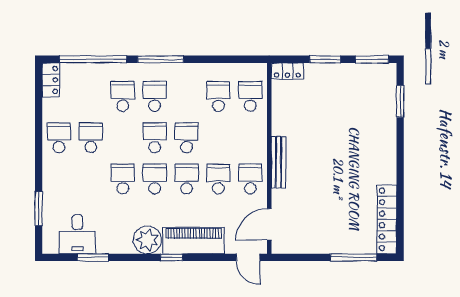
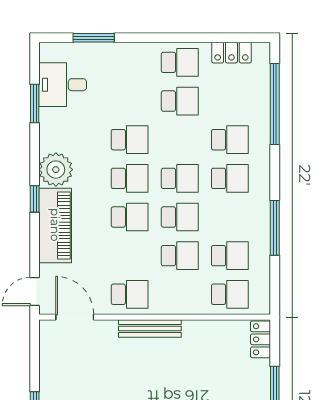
window: (161, 59) -> (275, 228), moved
locker: (51, 80) -> (231, 53), moved
school desk: (218, 179) -> (180, 256), moved

